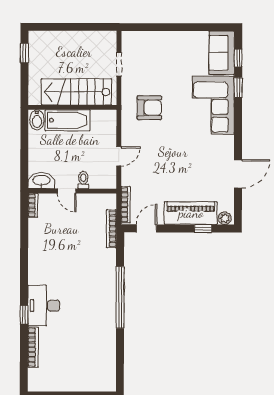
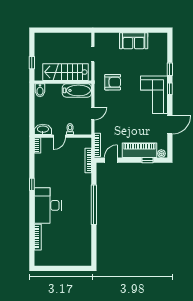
window: (24, 53) -> (32, 63), moved
sofa: (222, 53) -> (134, 41), moved, turned -90
window: (238, 58) -> (170, 89), moved
corner sofa: (213, 105) -> (154, 95), moved
bathtub: (68, 120) -> (77, 90), moved
door: (67, 191) -> (59, 136), hinge flipped
desk: (44, 306) -> (48, 205), width x1.36, depth x1.30
window: (24, 315) -> (32, 184), moved

